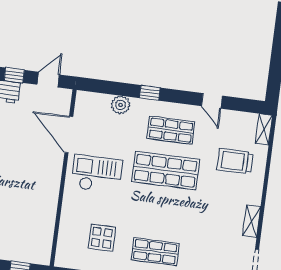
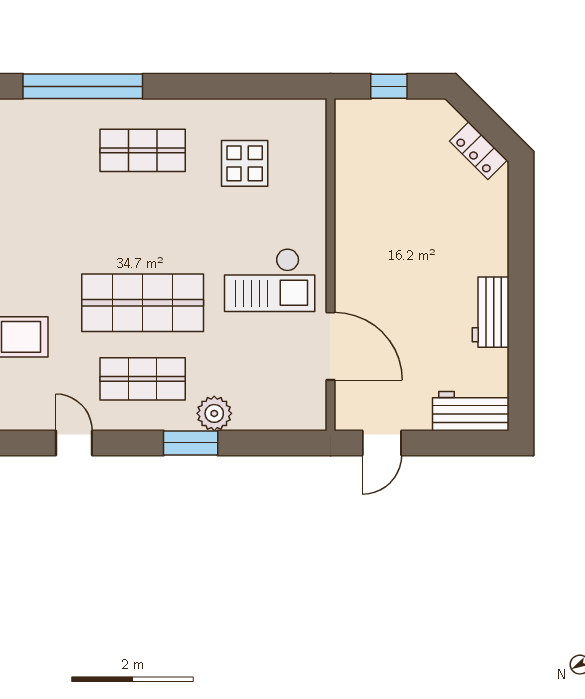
window: (14, 75) -> (446, 443), removed
window: (150, 93) -> (191, 443), width x1.50
plant: (121, 105) -> (214, 413), moved

